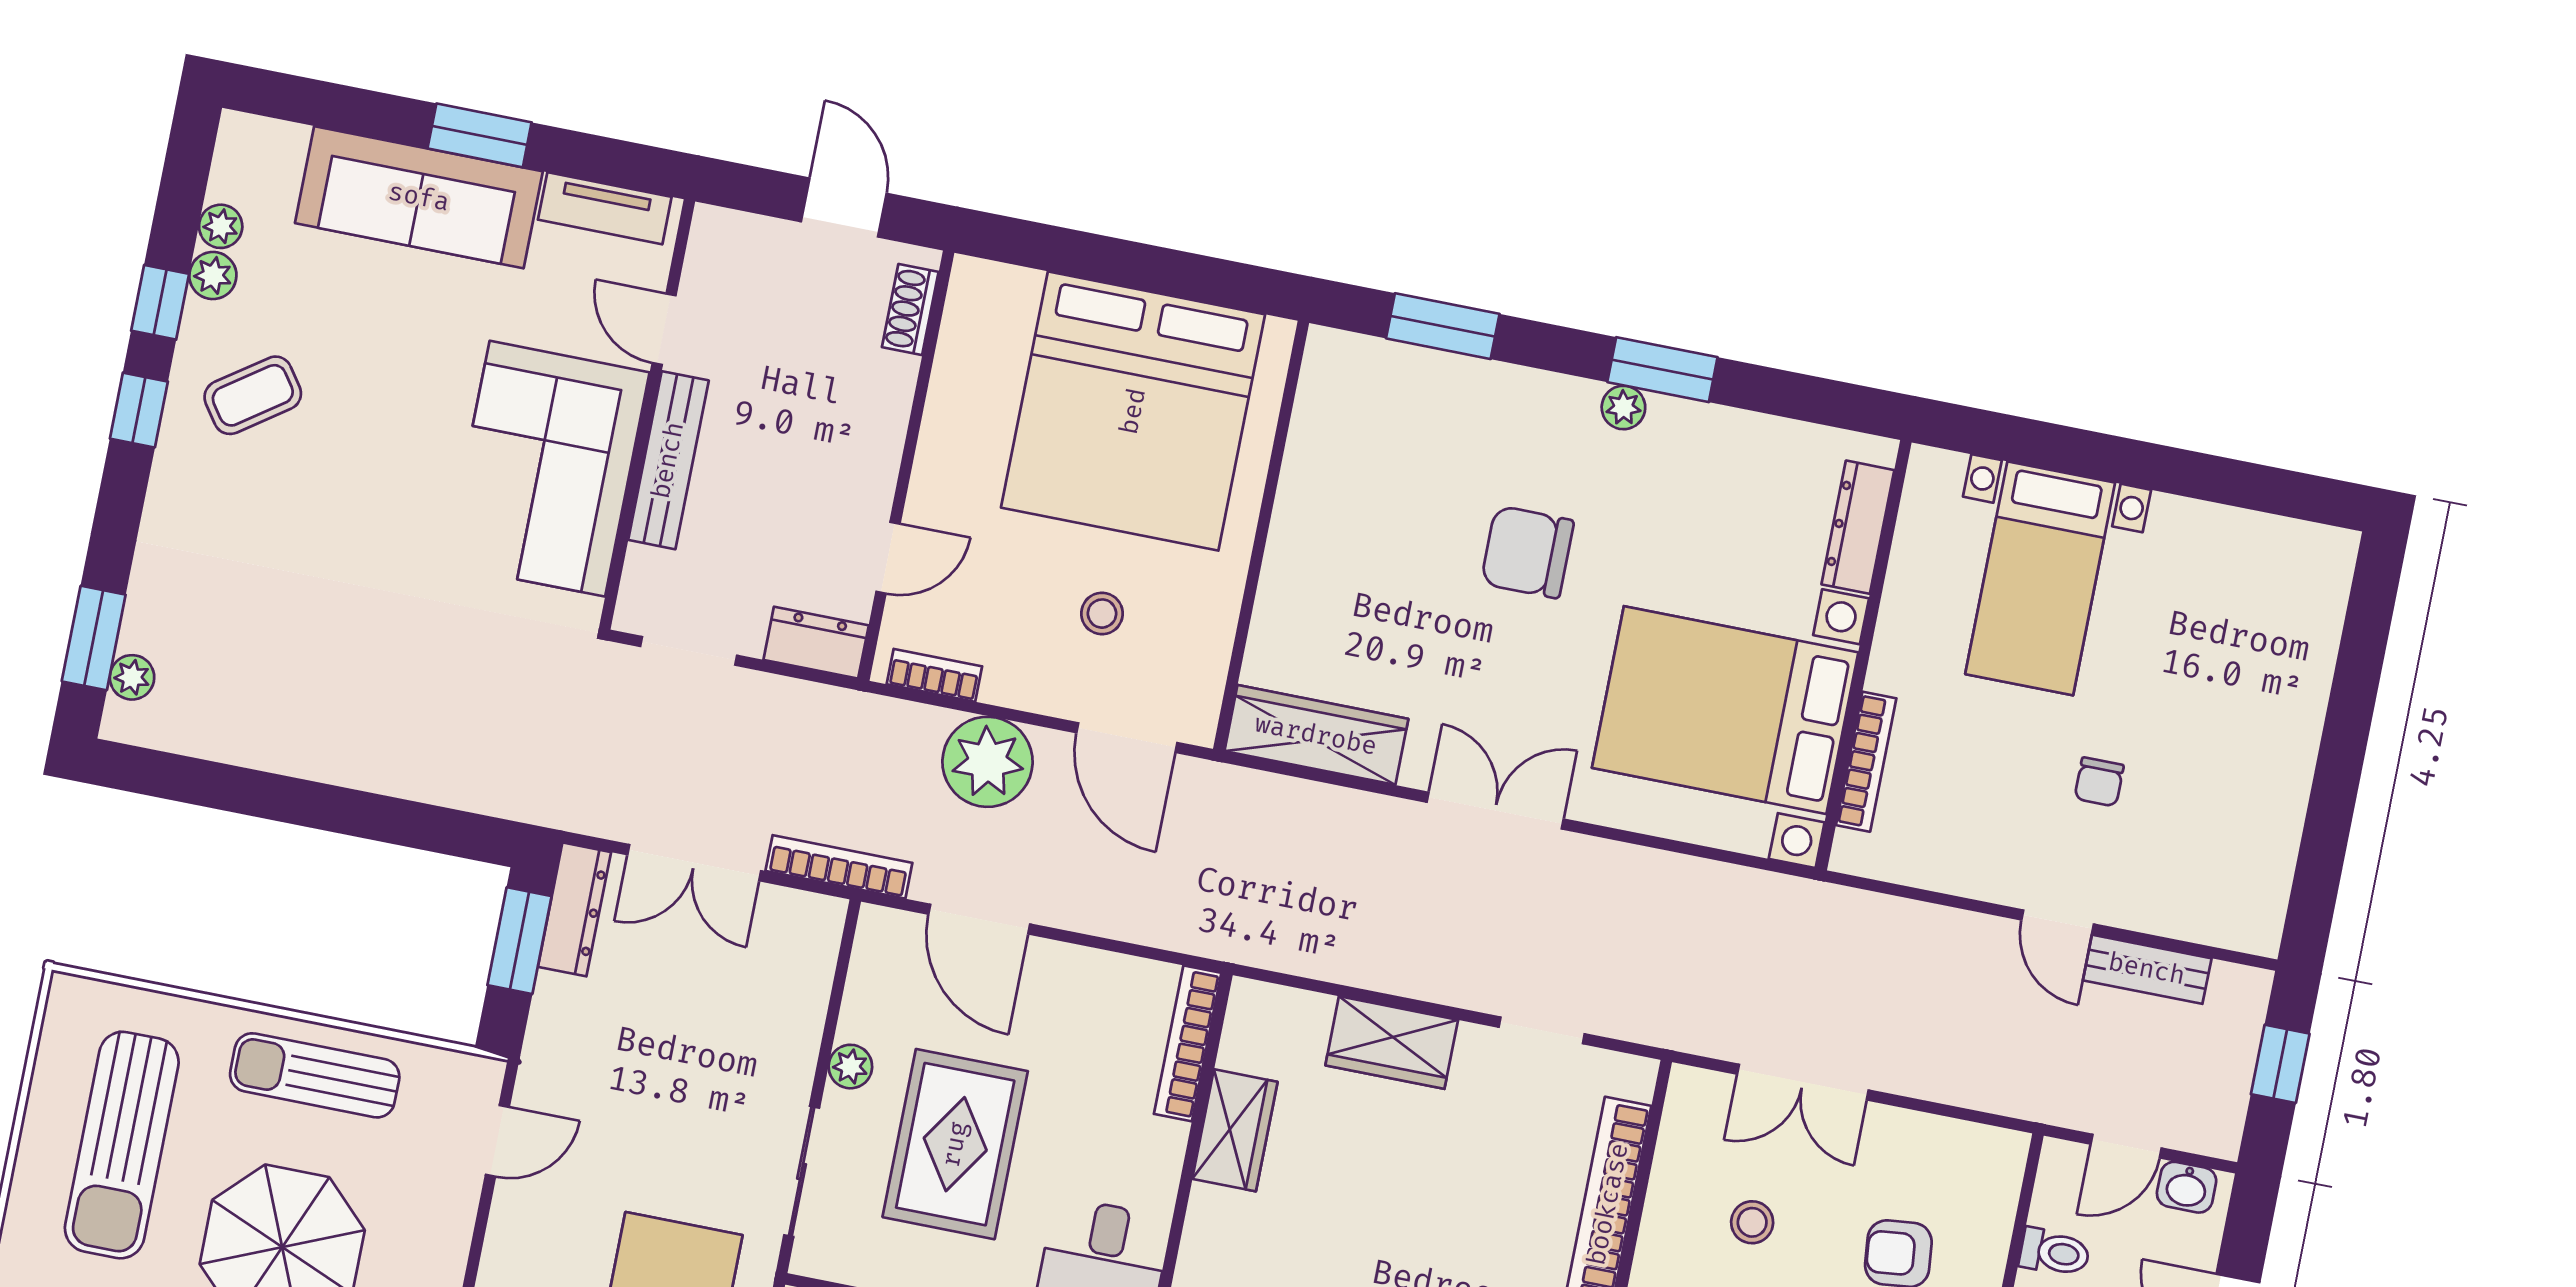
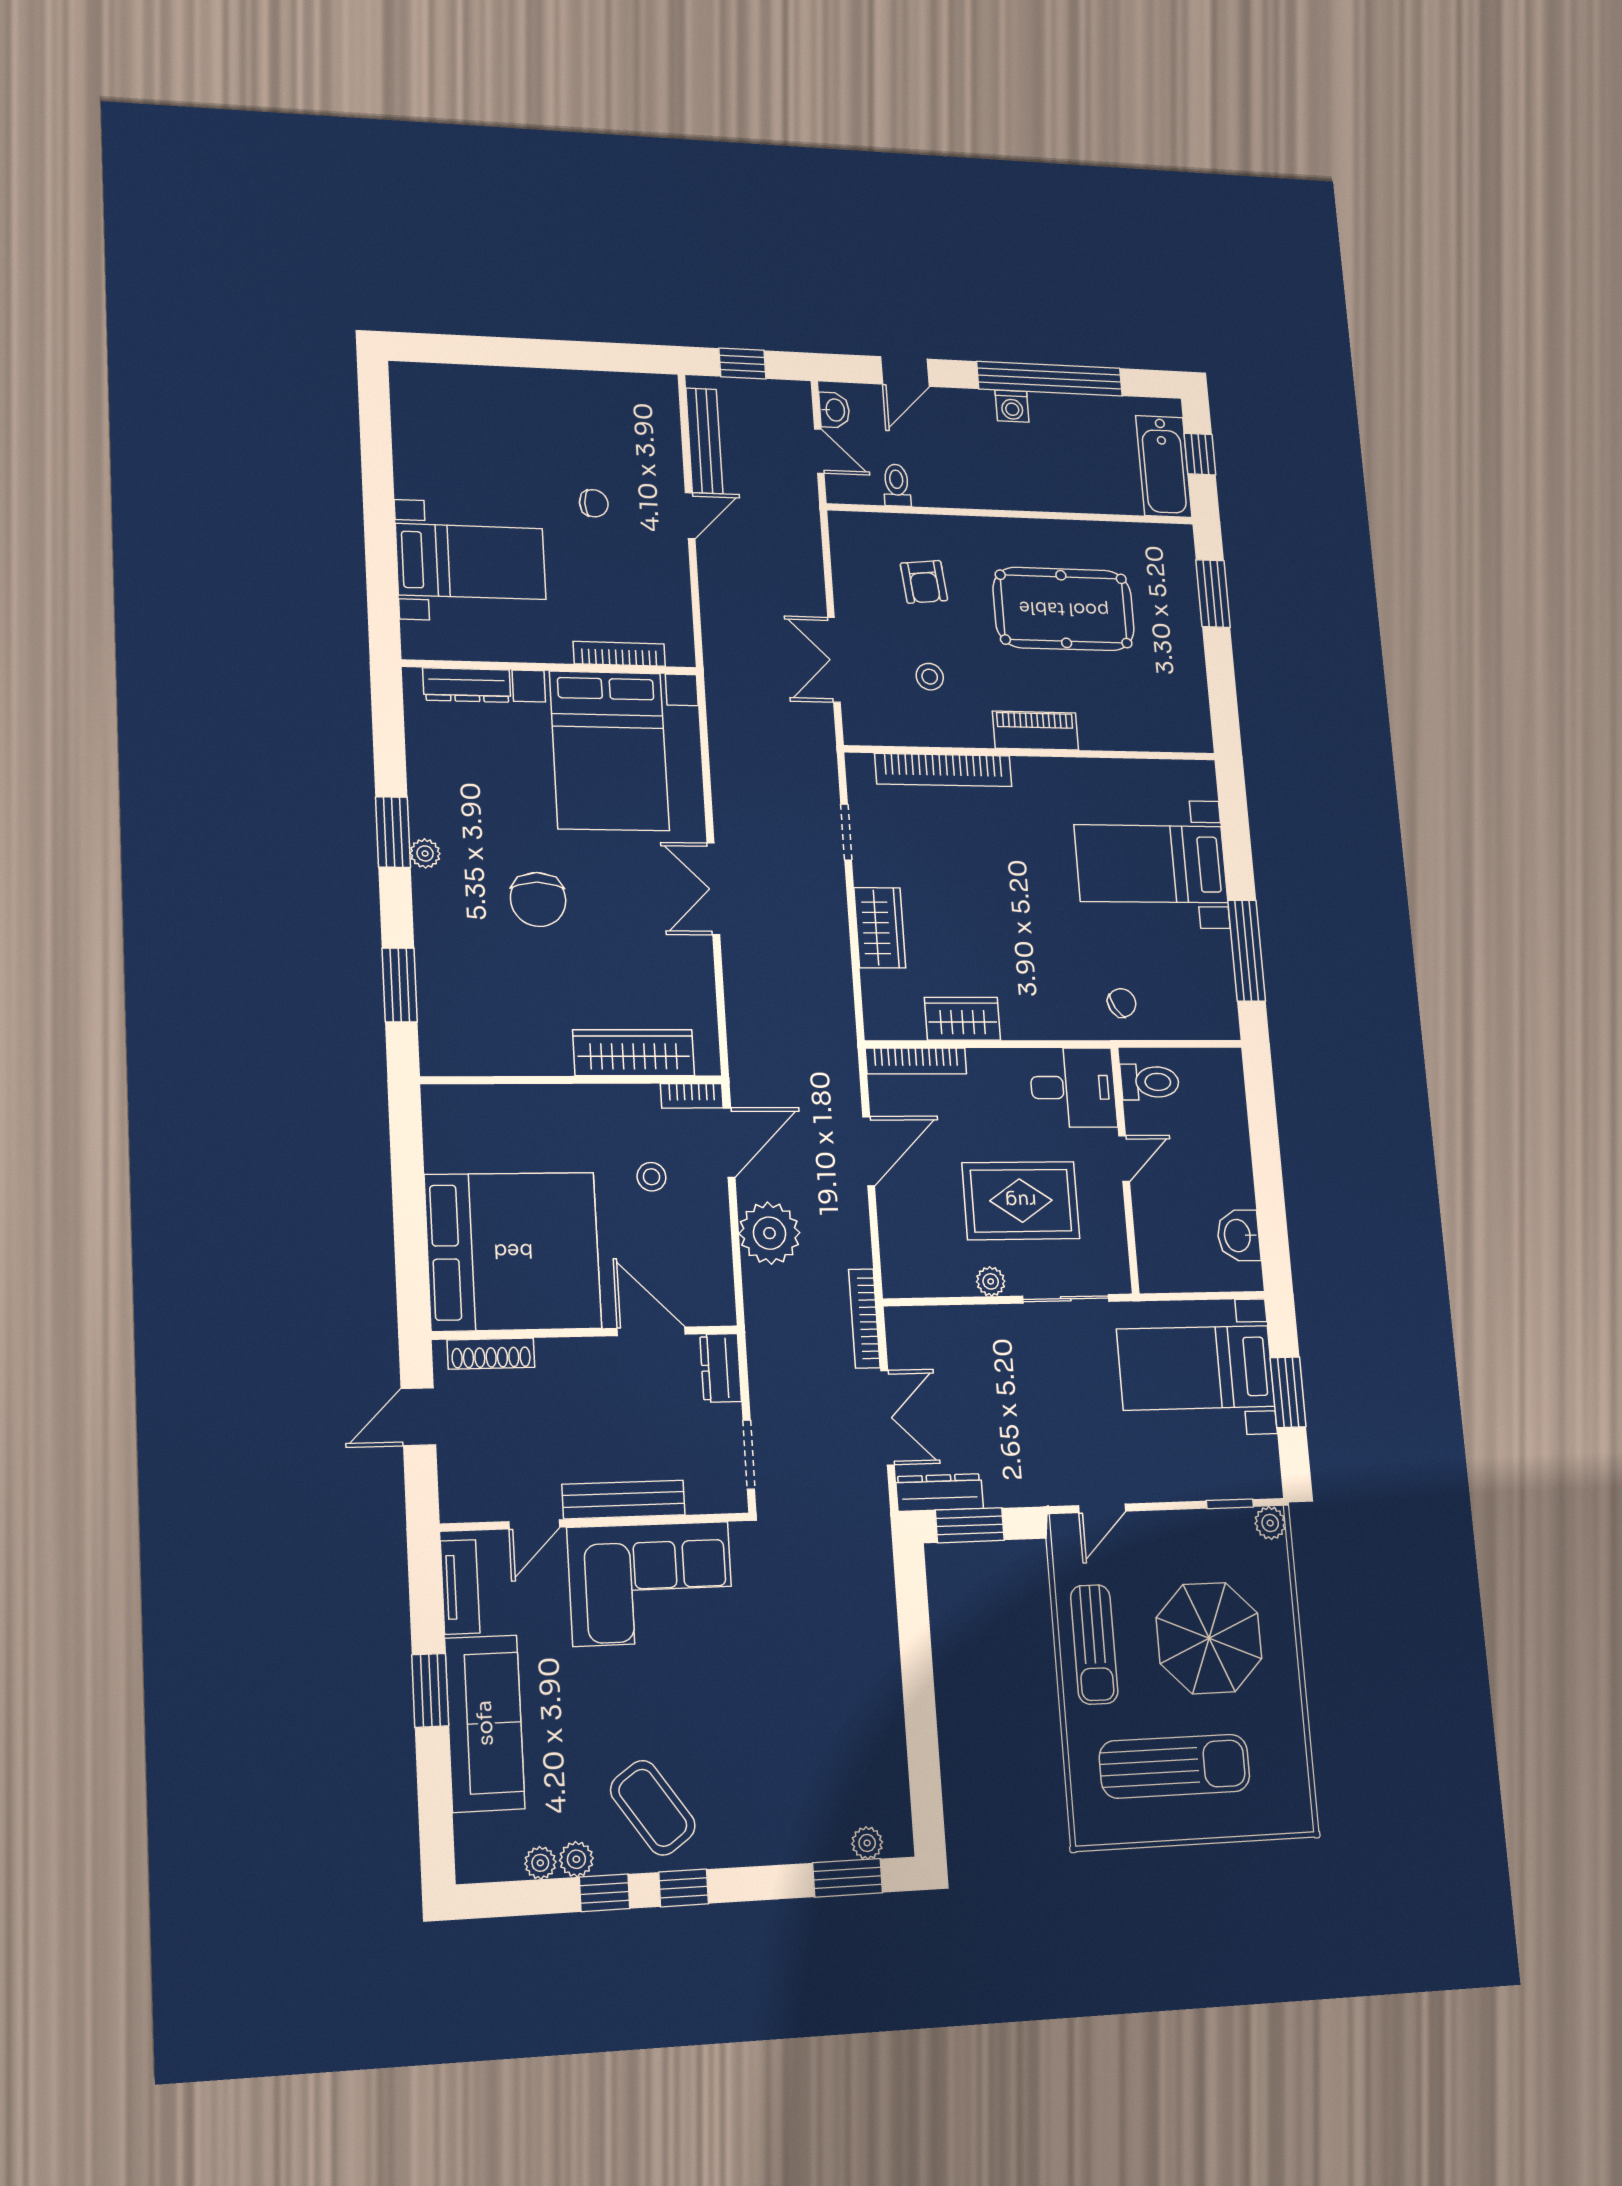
shoe rack: (910, 310) -> (491, 1354), width x1.43
coffee table: (253, 395) -> (653, 1808), width x1.36, depth x1.30
bed: (1133, 411) -> (513, 1251), moved
door: (888, 558) -> (651, 1331), width x1.38
bookcase: (934, 675) -> (692, 1096), moved, turned -90
wardrobe: (1316, 735) -> (634, 1053), moved, turned 90
door: (979, 919) -> (869, 1151), moved
bench: (2147, 969) -> (704, 441), width x1.36
double door: (1803, 1082) -> (834, 660), swing flipped
door: (497, 1141) -> (1102, 1508), swing flipped

